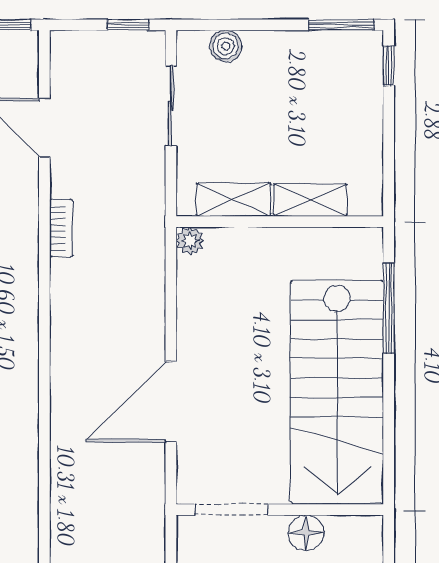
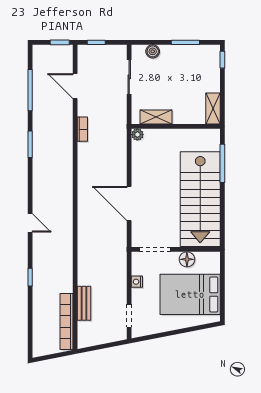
window: (128, 25) -> (96, 42), moved
window: (341, 25) -> (185, 42), moved
shelving: (310, 200) -> (213, 109), moved, turned 90
door: (171, 402) -> (129, 203), hinge flipped

